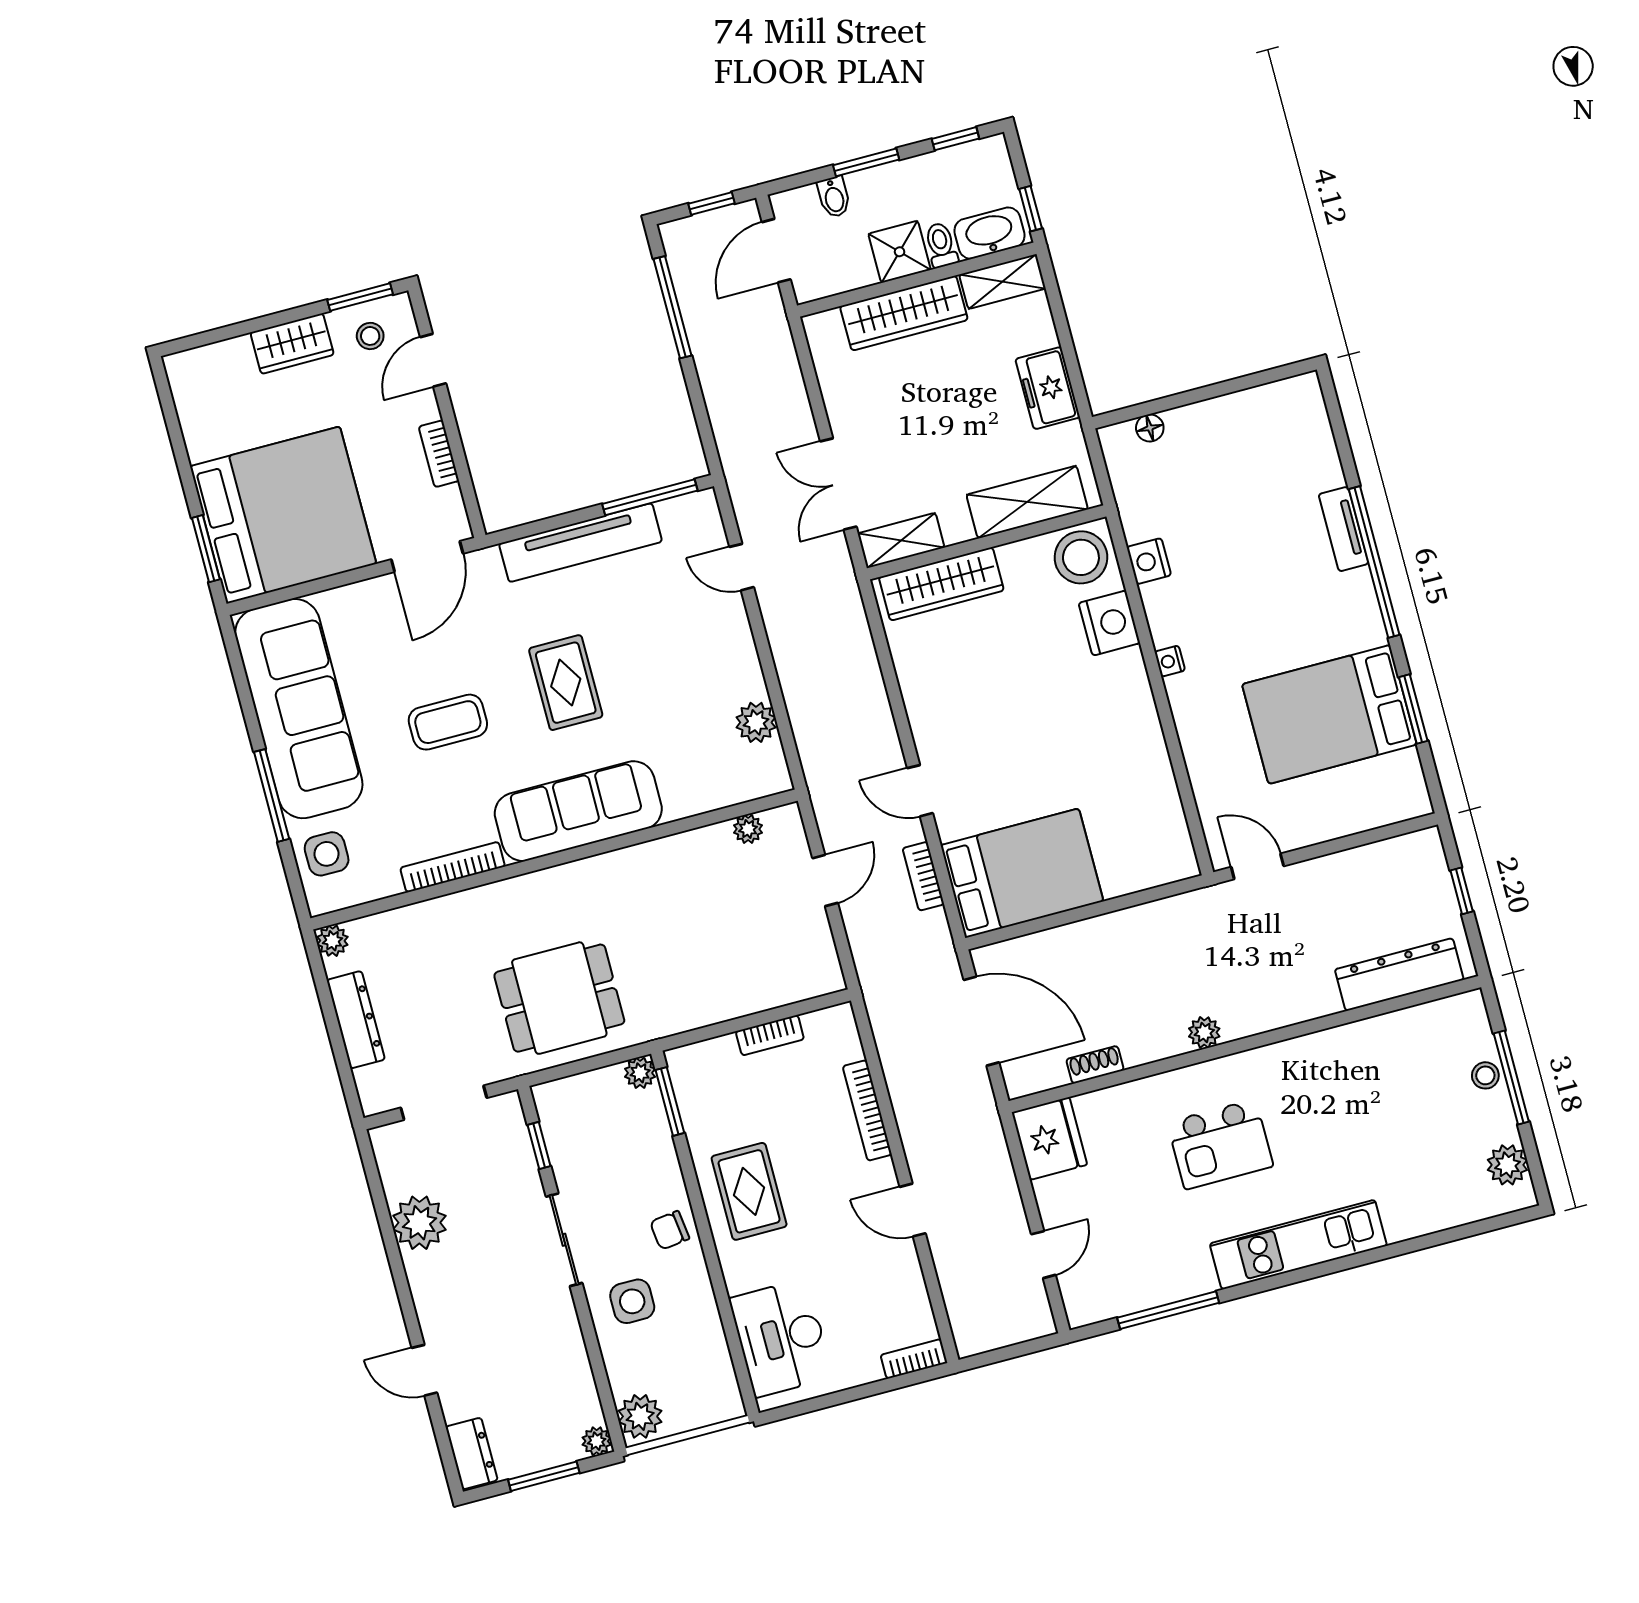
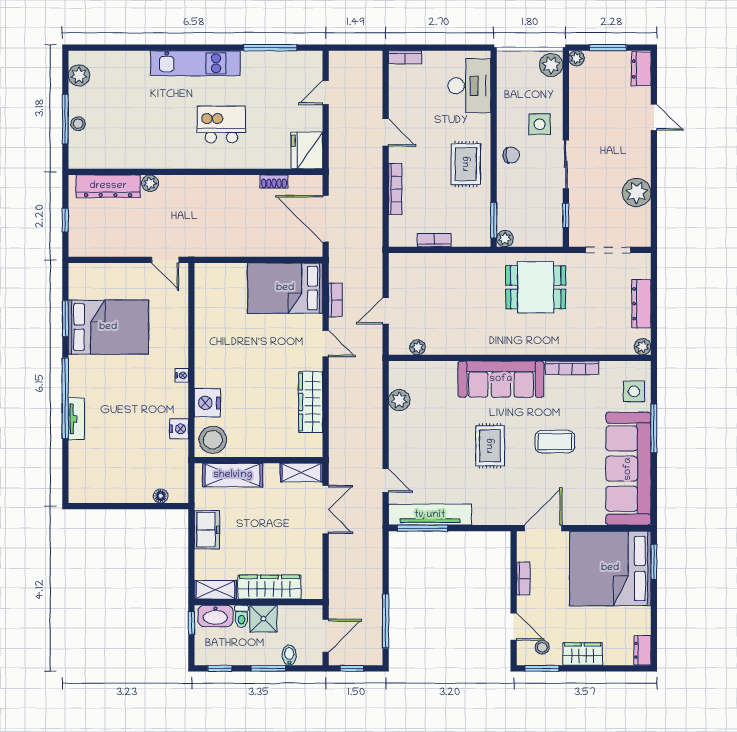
door: (433, 360) -> (514, 627), hinge flipped
dresser: (183, 380) -> (642, 650), added
tv unit: (581, 543) -> (430, 515), moved
wardrobe: (941, 584) -> (311, 402), moved, turned -90
plant: (1204, 1032) -> (150, 183), moved

